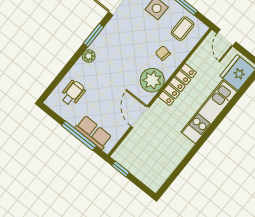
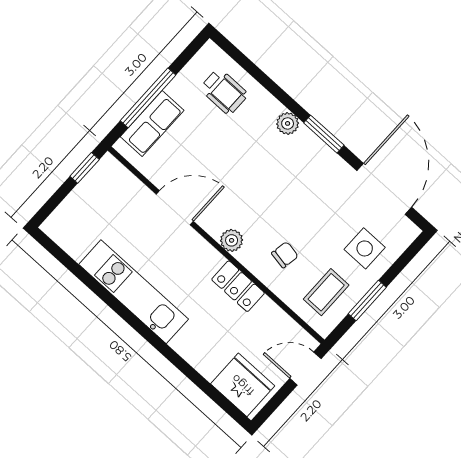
coffee table: (183, 29) -> (326, 292), turned 90
plant: (152, 80) -> (232, 240), width x0.53, depth x0.53
locker: (177, 84) -> (238, 286), width x0.66
kitchen unit: (209, 112) -> (134, 292), moved

